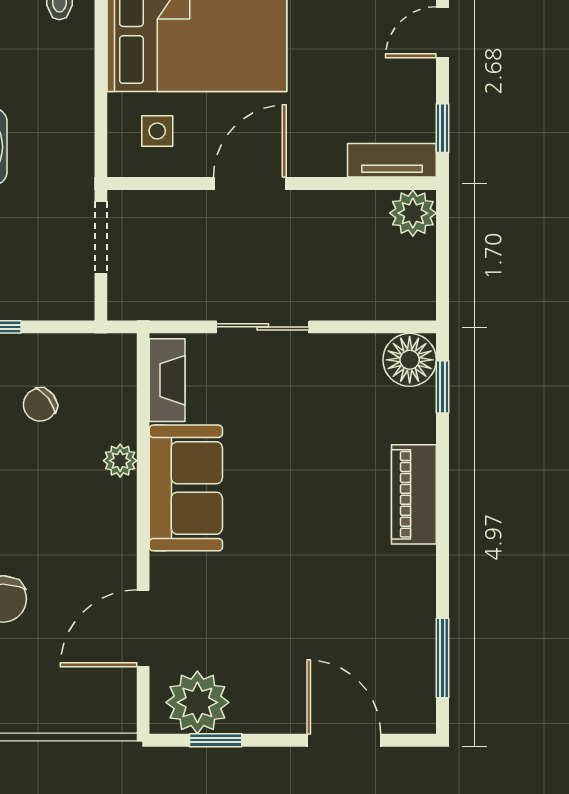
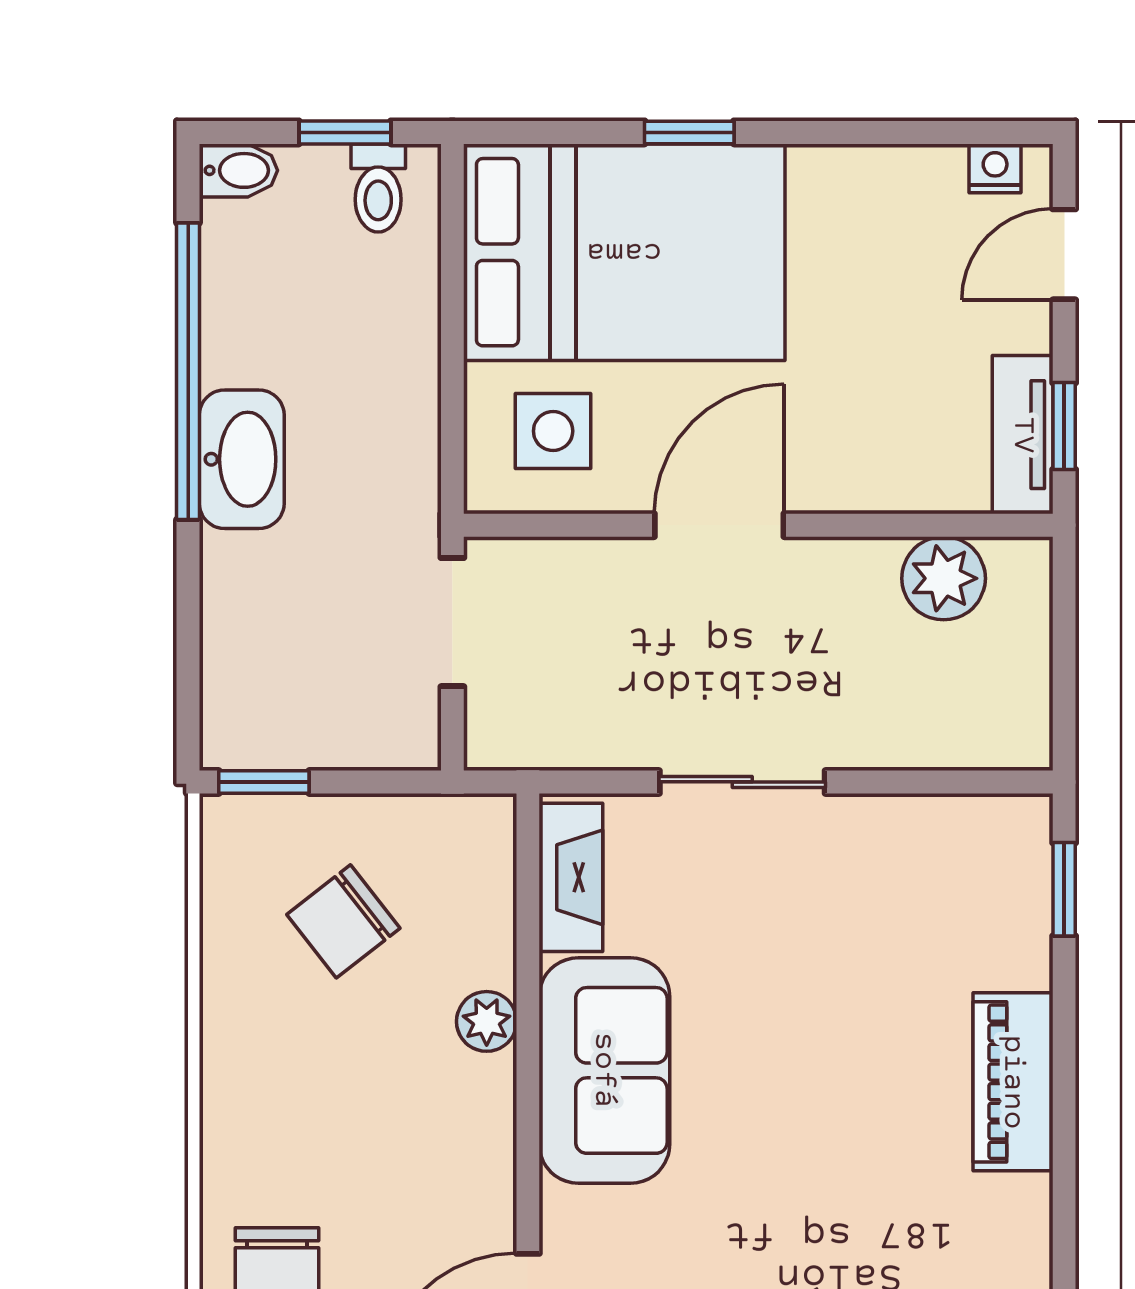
side table: (157, 131) -> (553, 431), width x1.37, depth x1.37
tv unit: (392, 160) -> (1023, 435), moved, turned -90
plant: (413, 213) -> (944, 578), moved
floor lamp: (410, 360) -> (1005, 841), removed
chair: (40, 405) -> (343, 921), width x1.37, depth x1.37

